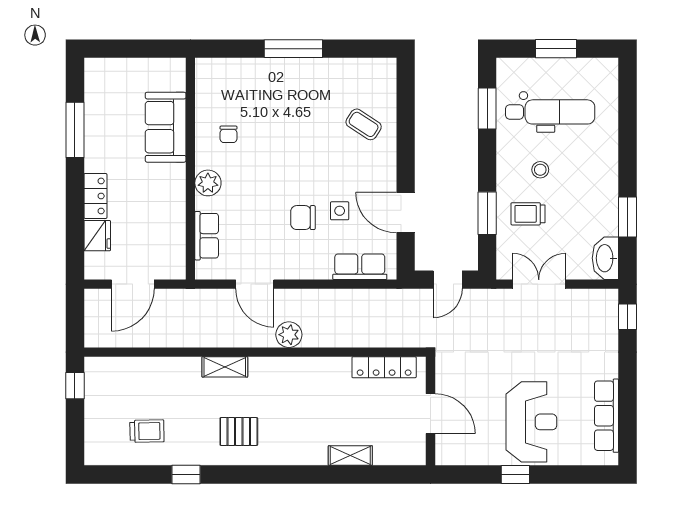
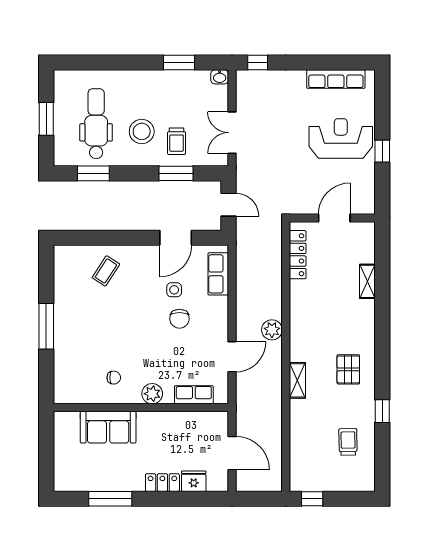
stool: (540, 170) -> (142, 131), width x1.89, depth x1.89
washbasin: (605, 258) -> (220, 77), width x0.52, depth x0.69

